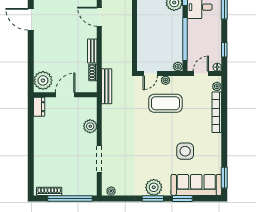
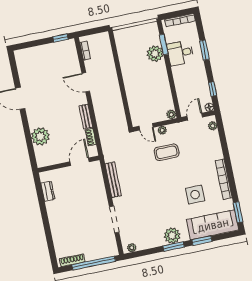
window: (185, 39) -> (173, 87), removed
door: (150, 74) -> (146, 127), hinge flipped
plant: (43, 80) -> (40, 136), moved
bench: (107, 86) -> (113, 180), moved
door: (65, 95) -> (80, 162), moved
coffee table: (165, 103) -> (167, 152), width x0.73, depth x0.76
dresser: (39, 107) -> (48, 191), moved
bookcase: (217, 112) -> (224, 179), moved
plant: (90, 126) -> (99, 189), removed

